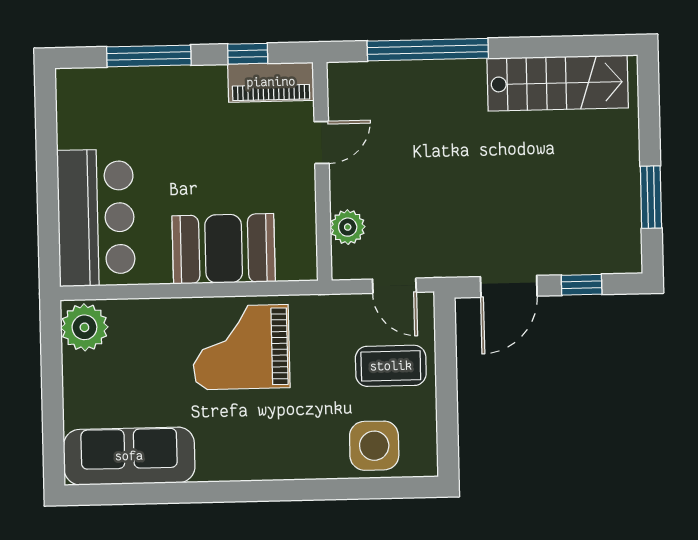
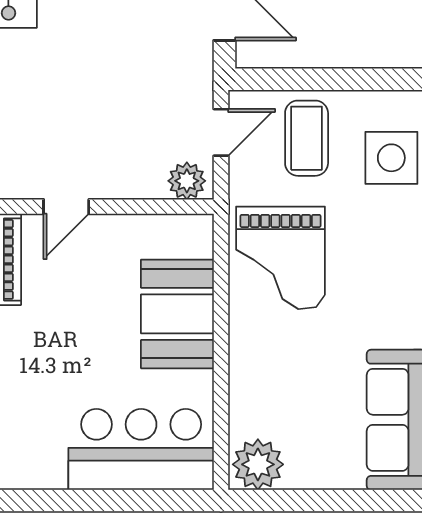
door: (322, 142) -> (66, 207), swing flipped
plant: (348, 227) -> (187, 181), moved
grand piano: (241, 347) -> (280, 258), moved

